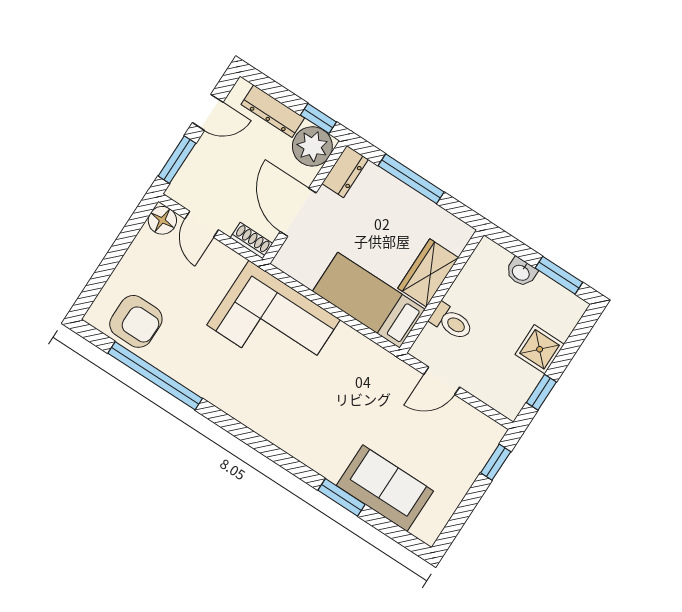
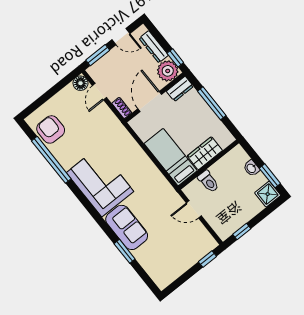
armchair: (136, 321) -> (51, 129), turned 180
corner sofa: (273, 322) -> (100, 182), moved, turned 180
shower: (540, 349) -> (268, 194), moved
sofa: (385, 488) -> (127, 227), moved

